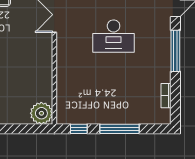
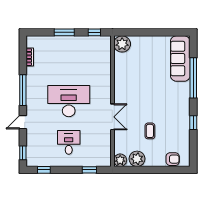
desk: (114, 36) -> (69, 101), width x1.36, depth x1.30
window: (119, 129) -> (64, 32), width x0.69

